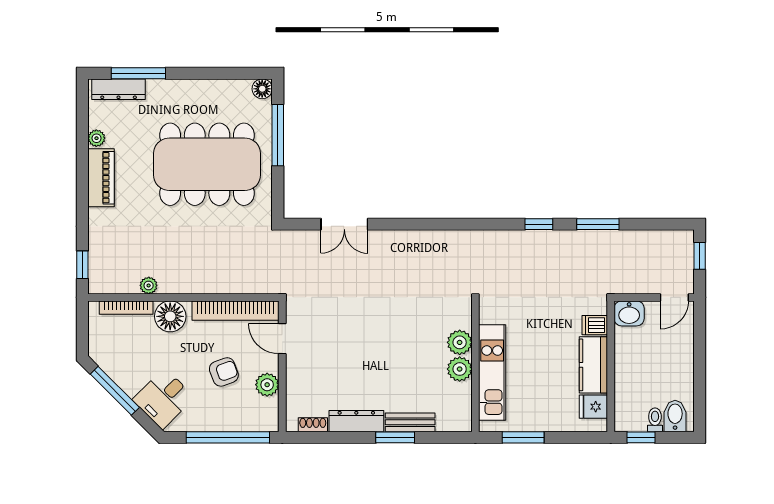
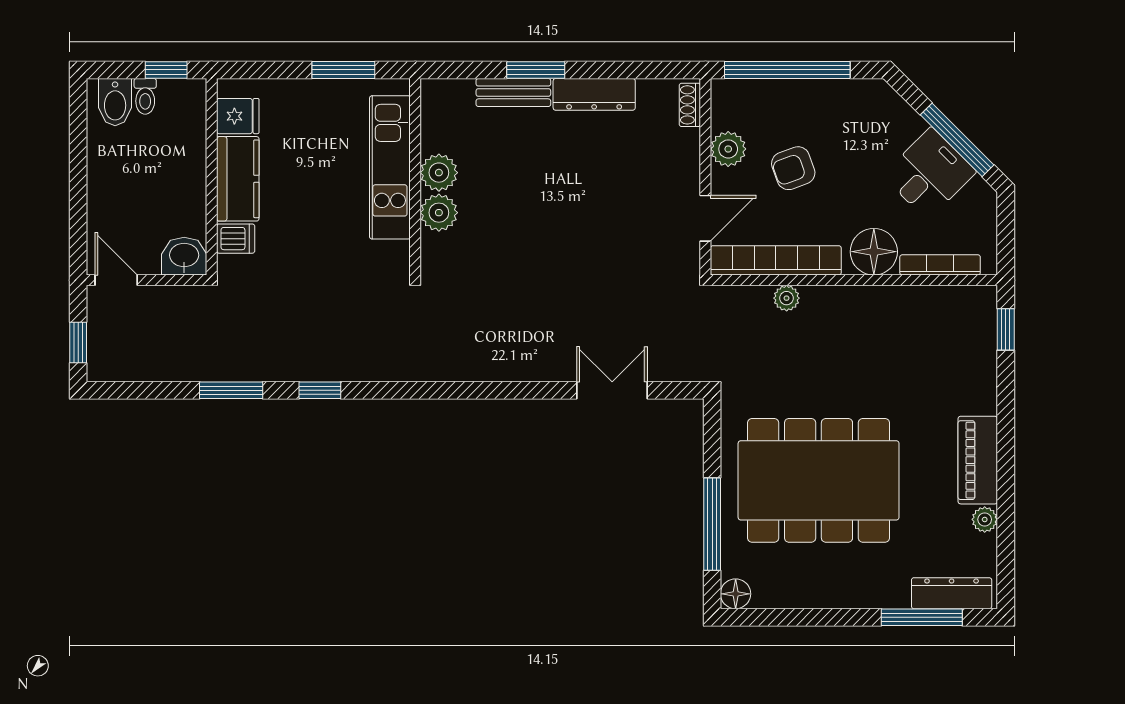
plant: (149, 285) -> (787, 298), moved
door: (674, 297) -> (116, 280), hinge flipped
door: (282, 339) -> (705, 218), hinge flipped
desk: (163, 398) -> (929, 174), moved
shoe rack: (313, 425) -> (690, 105), moved, turned 90

